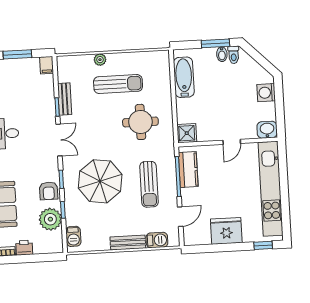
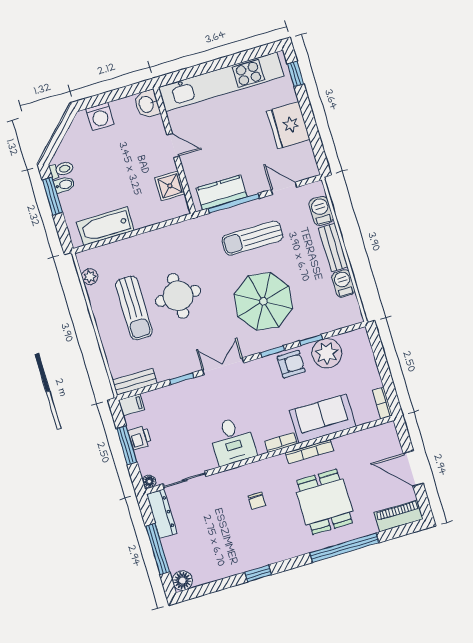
plant: (100, 60) -> (90, 277), moved
sun lounger: (118, 84) -> (134, 308), turned 180
bench: (65, 99) -> (135, 382), moved
round table: (140, 122) -> (178, 296), moved
shower: (187, 133) -> (170, 186), moved
sun lounger: (149, 184) -> (252, 238), turned 180
barbecue: (73, 236) -> (343, 284), moved, turned -90
printer: (24, 248) -> (140, 438), moved, turned 180

